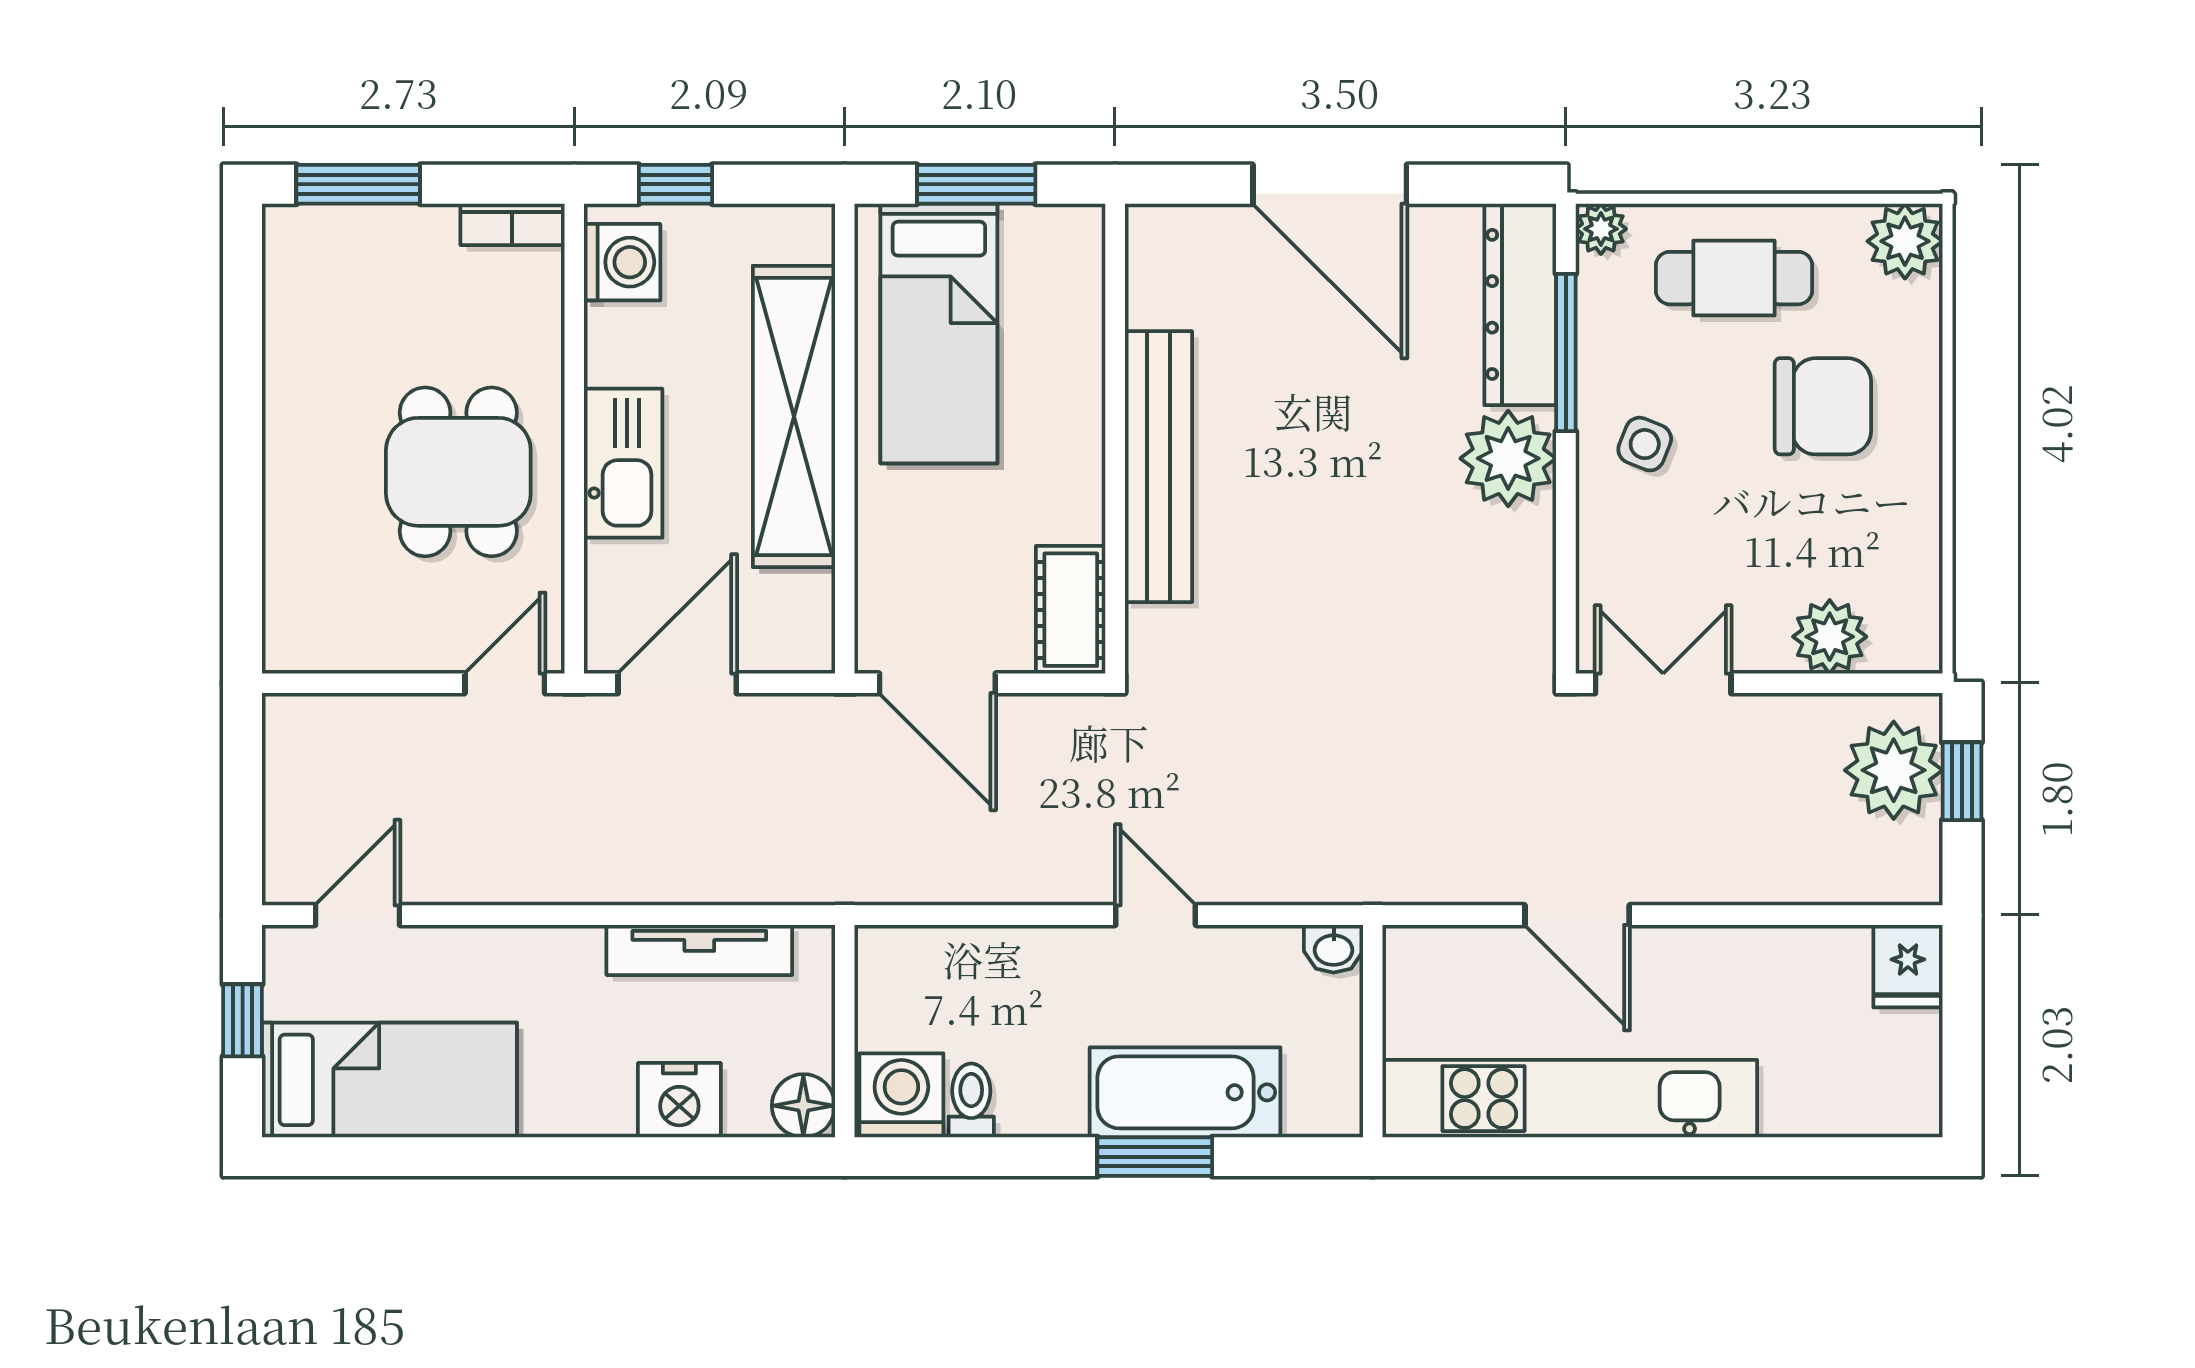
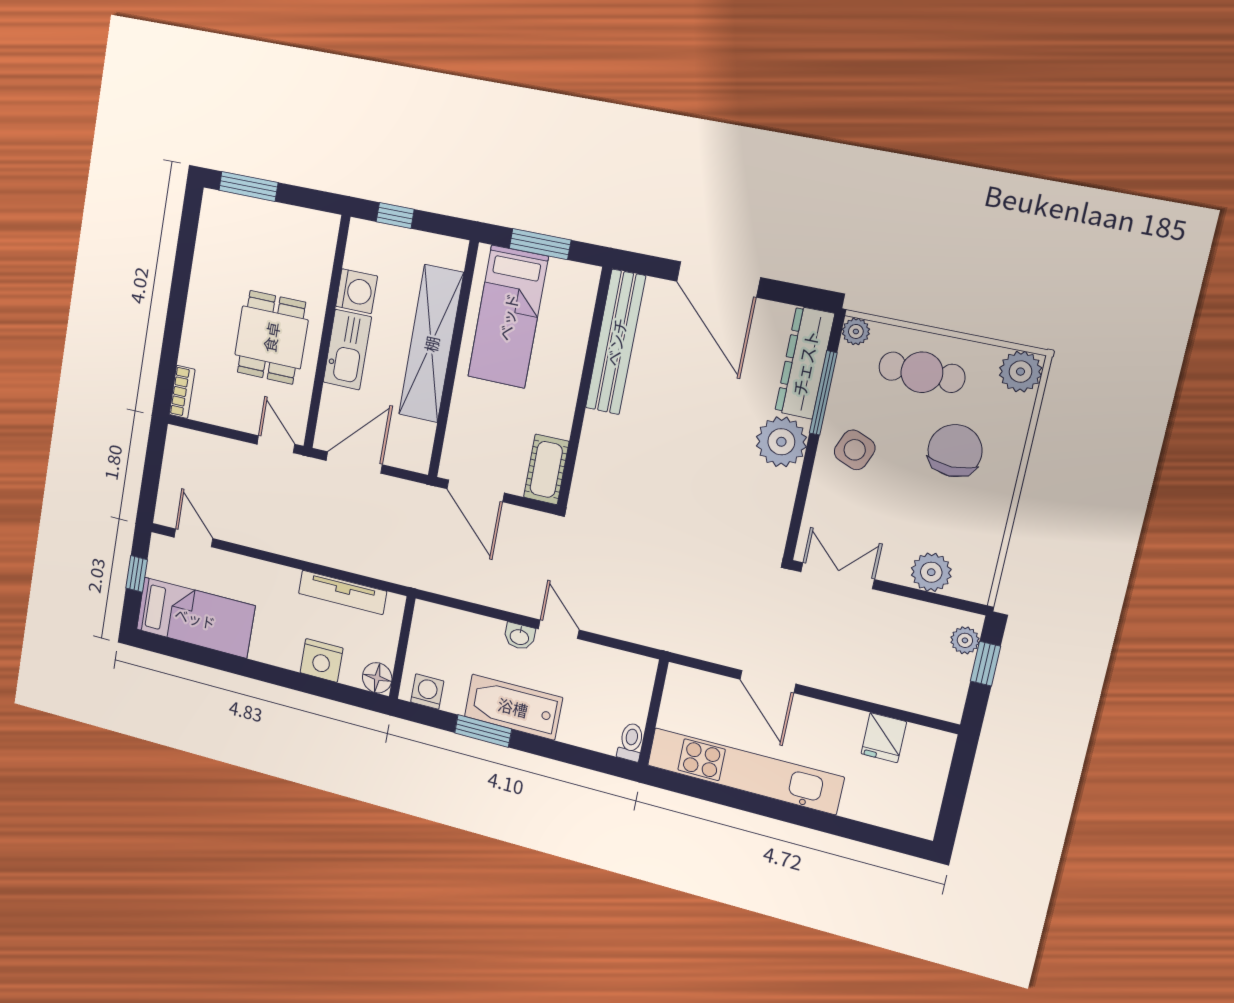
bookcase: (512, 224) -> (182, 392), moved, turned -90
washing machine: (622, 262) -> (357, 291), moved
chair: (1823, 406) -> (955, 451), turned -90
side table: (1645, 444) -> (855, 450), width x1.37, depth x1.37
bench: (1158, 467) -> (616, 342), moved
door: (505, 683) -> (276, 444), hinge flipped
plant: (1894, 770) -> (965, 640), width x0.53, depth x0.53
door: (358, 915) -> (193, 538), hinge flipped
washbasin: (1334, 949) -> (519, 636), moved
fridge: (1908, 966) -> (884, 738), moved
bathtub: (1185, 1092) -> (513, 707), moved
washing machine: (901, 1095) -> (427, 692), width x0.73, depth x0.73
toilet: (971, 1100) -> (631, 742), moved
window: (1155, 1157) -> (483, 731), moved

